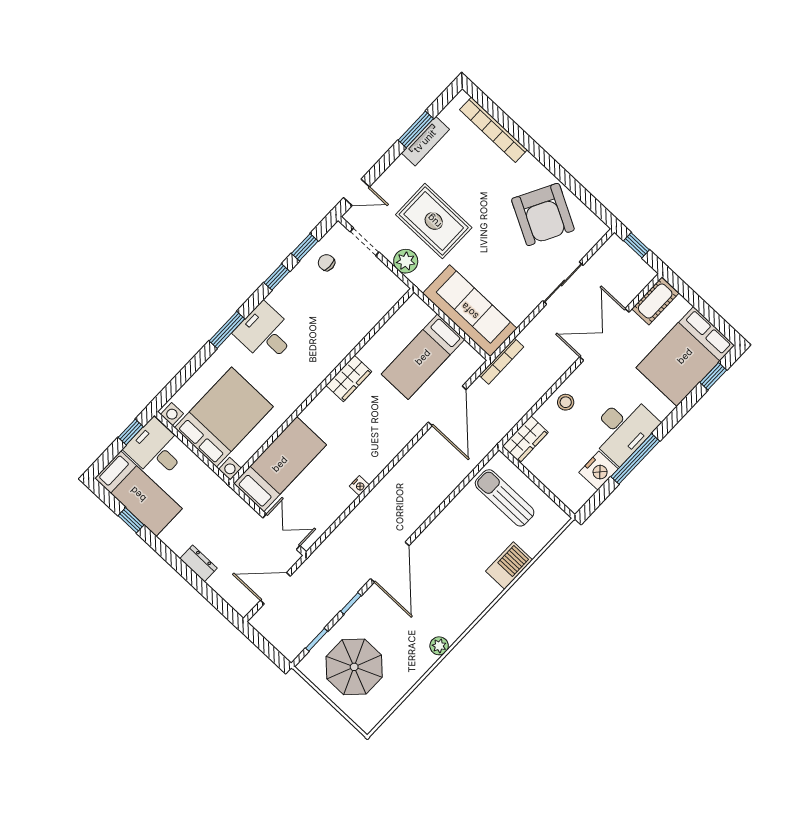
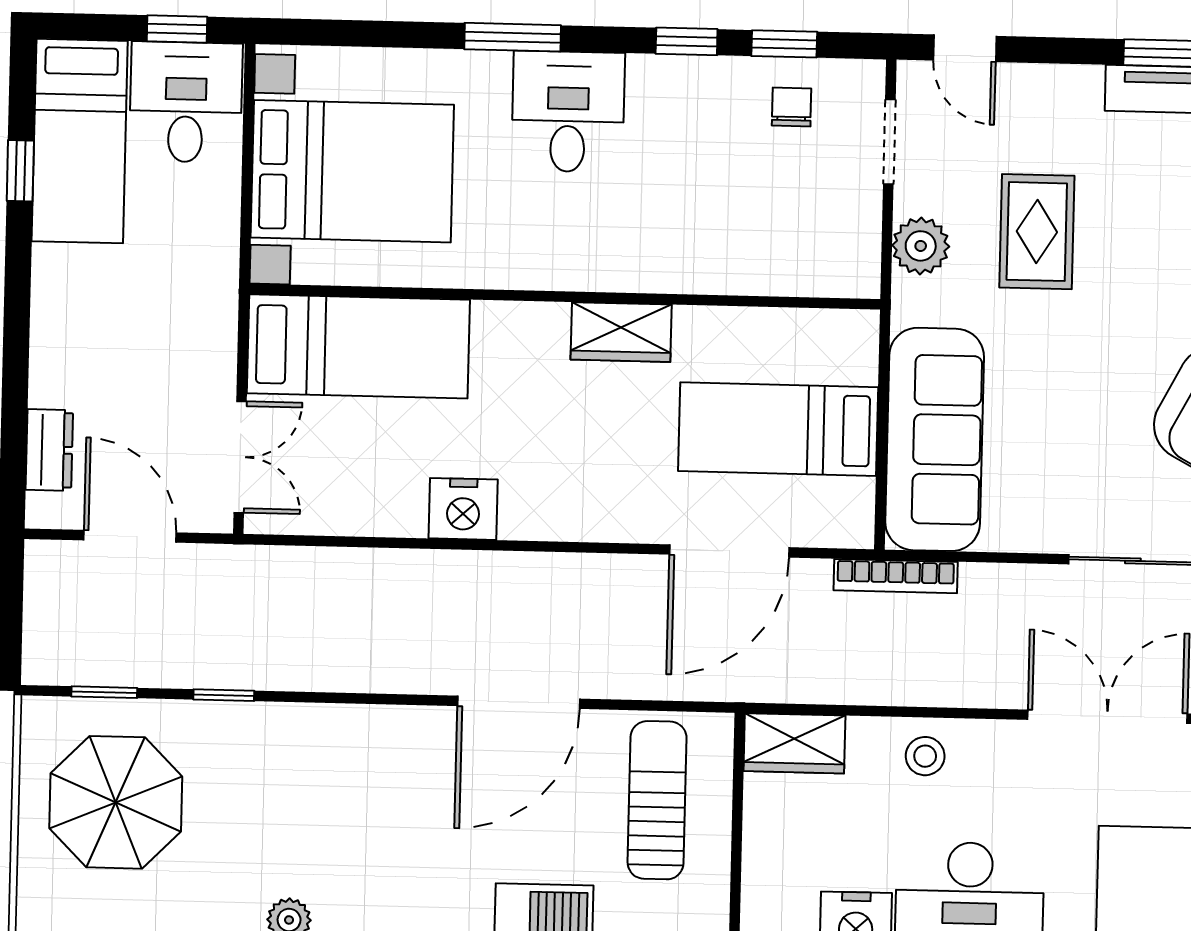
rug: (434, 221) -> (1037, 232), width x0.73, depth x0.70
nightstand: (359, 486) -> (463, 509), width x1.89, depth x1.79
door: (390, 562) -> (519, 702), moved
dresser: (199, 563) -> (49, 450), moved

